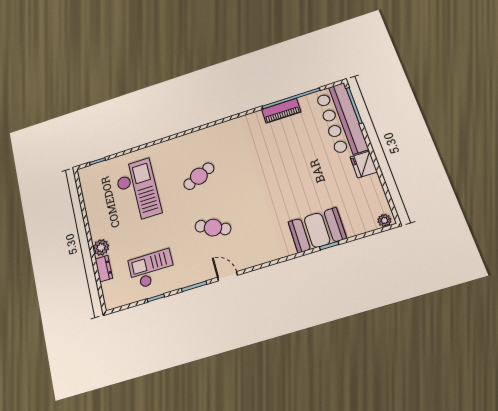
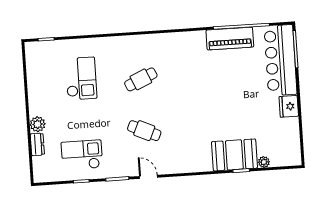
piano: (281, 111) -> (230, 39), width x1.37, depth x1.33
checkout: (138, 190) -> (81, 78), width x0.73, depth x0.83
plant: (384, 220) -> (264, 162), moved

